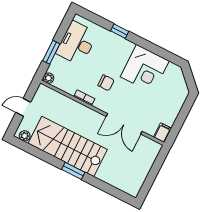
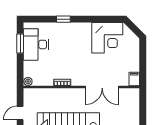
window: (51, 52) -> (20, 43), moved
corner desk: (145, 69) -> (107, 38), moved
chair: (106, 83) -> (73, 63), removed

